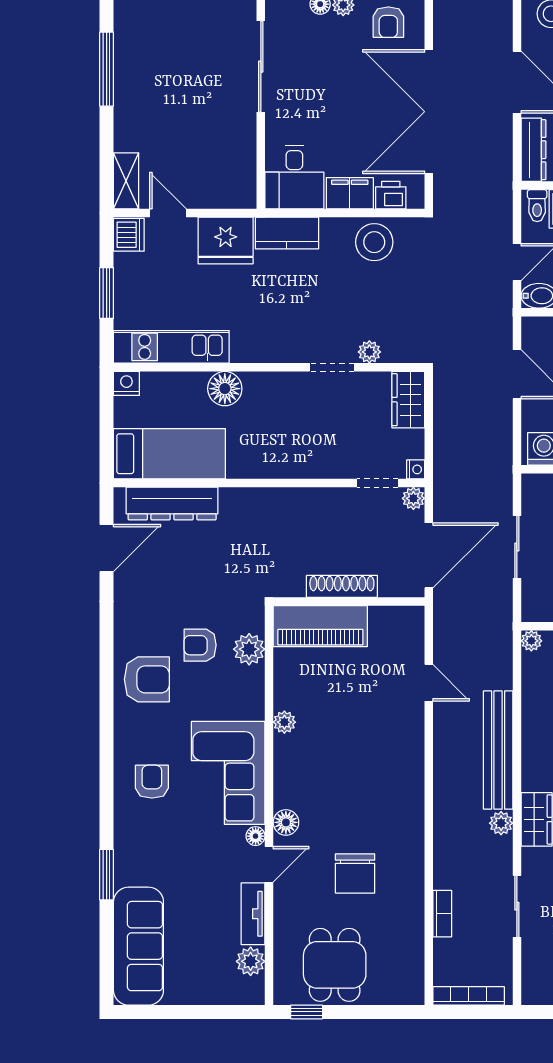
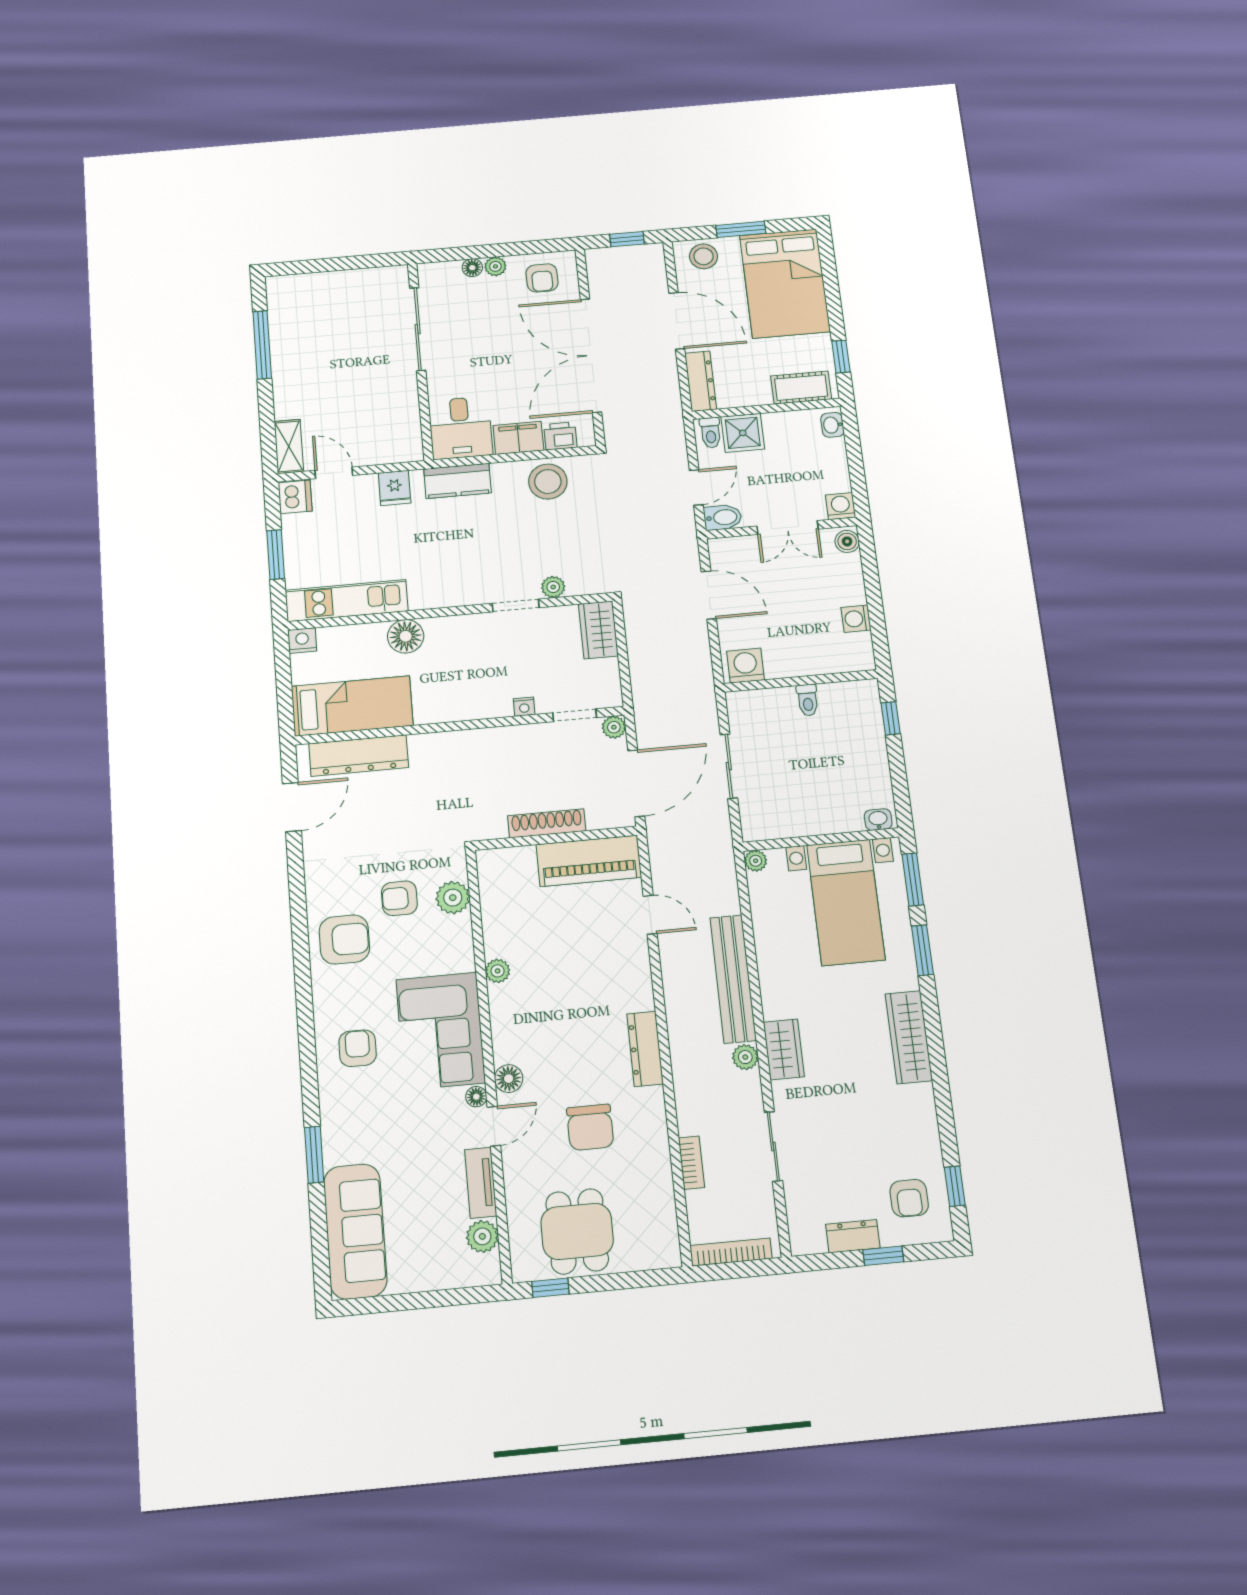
fridge: (226, 241) -> (395, 488), width x0.53, depth x0.75
nightstand: (416, 469) -> (524, 707), moved, turned 90
piano: (320, 626) -> (589, 861), moved
dresser: (411, 807) -> (645, 1049), added

